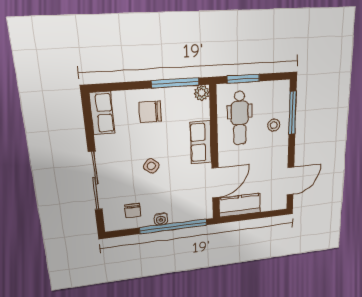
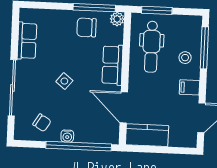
chair: (150, 112) -> (86, 27), moved
row of seats: (102, 113) -> (27, 41), moved
filing cabinet: (279, 154) -> (189, 87), added
door: (215, 183) -> (124, 107), swing flipped
chair: (133, 211) -> (42, 123), turned -59

